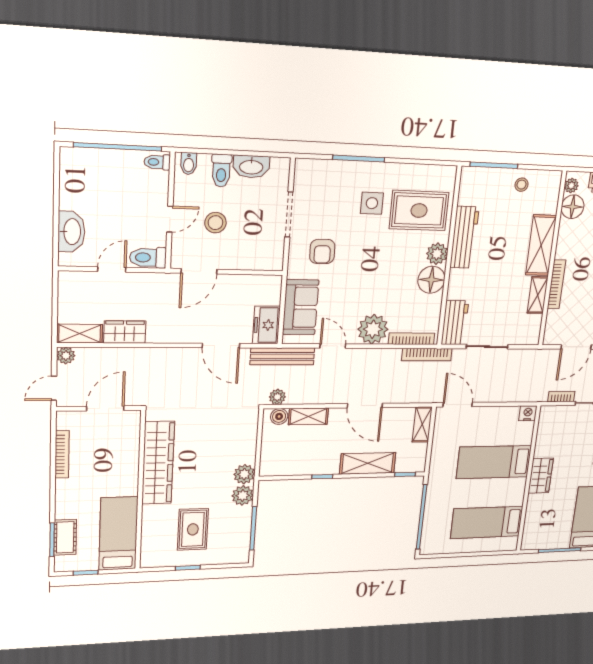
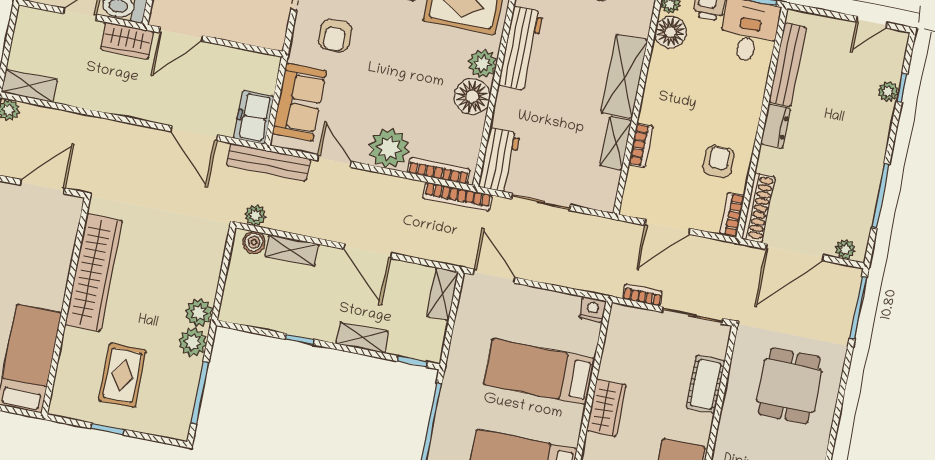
bookcase: (556, 284) -> (641, 145), width x0.64
wardrobe: (125, 332) -> (127, 41), moved, turned 180
shelving: (368, 463) -> (362, 338), width x0.67, depth x0.75

